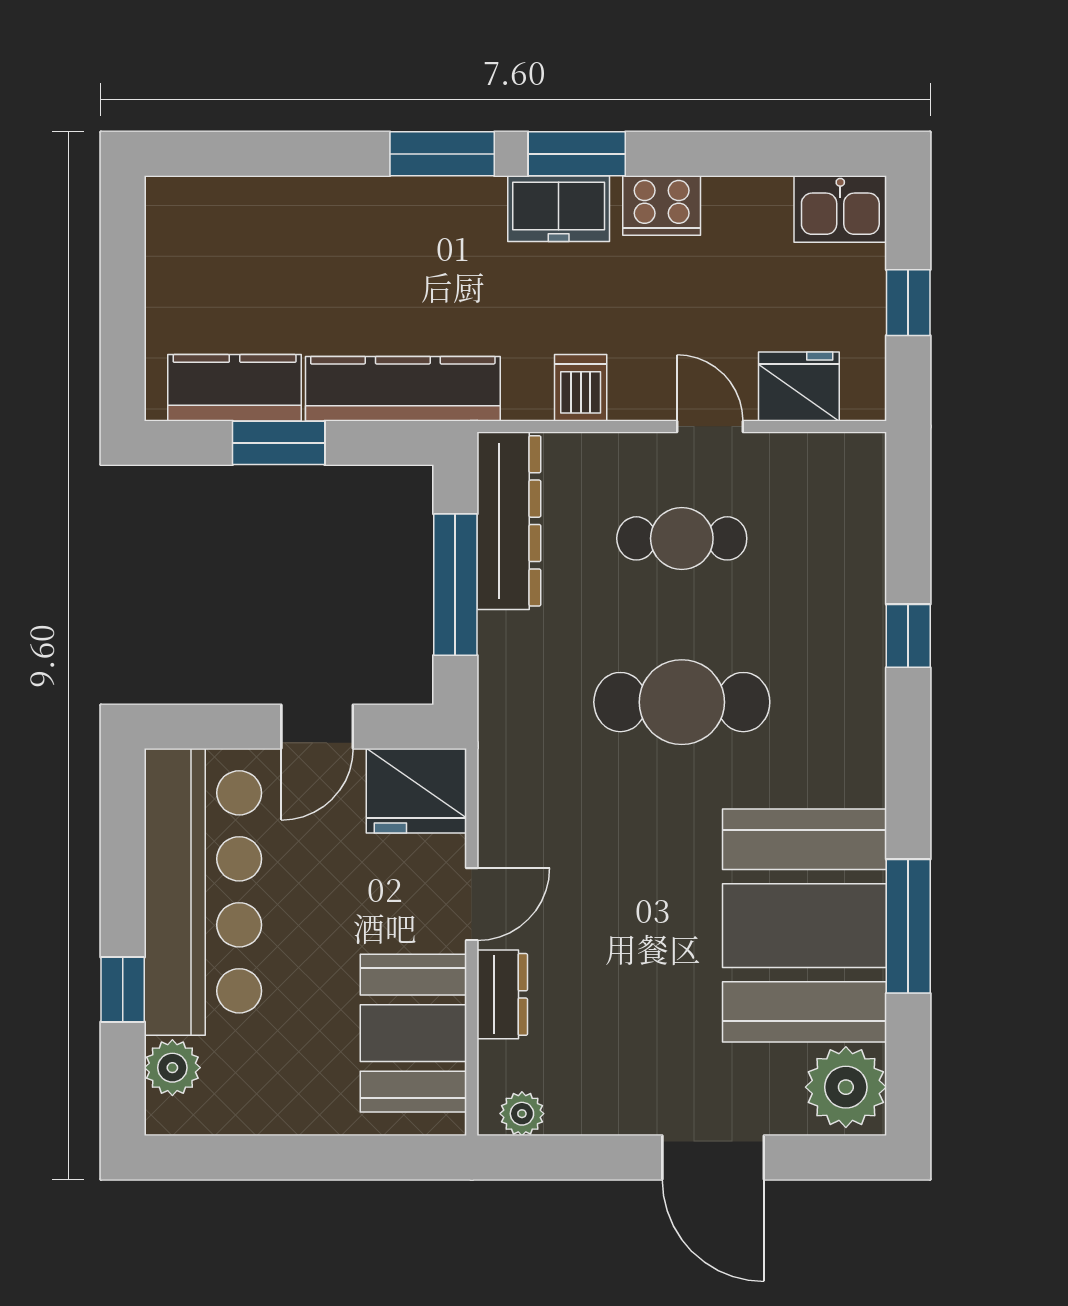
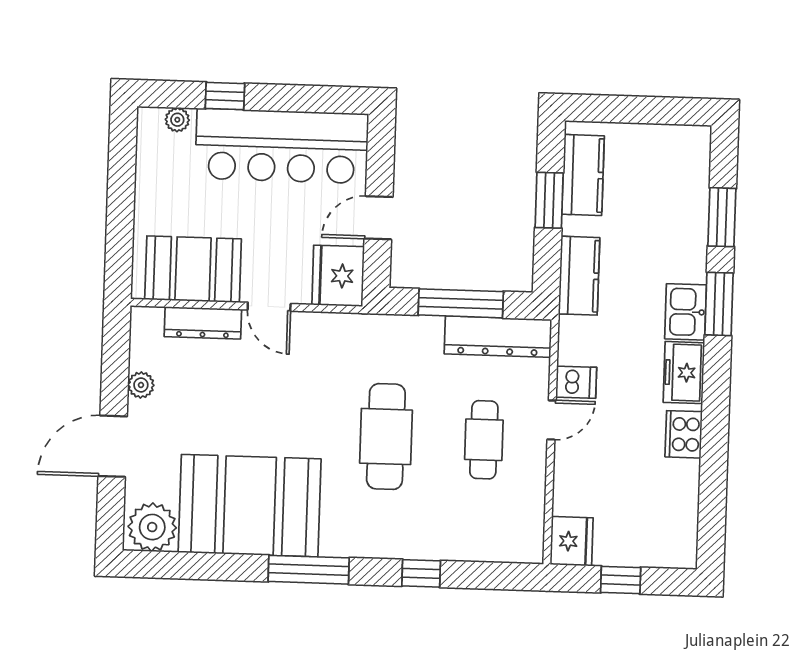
window: (577, 154) -> (722, 217), moved
kitchen sink: (840, 209) -> (686, 312), moved
fridge: (799, 386) -> (572, 541), moved
kitchen counter: (403, 389) -> (579, 276), width x0.67
door: (710, 427) -> (552, 420), moved
door: (317, 727) -> (379, 218), hinge flipped
window: (908, 926) -> (309, 570), moved
dresser: (502, 994) -> (203, 323), width x1.44
plant: (172, 1068) -> (177, 120), width x0.73, depth x0.73
plant: (522, 1114) -> (141, 385), moved

